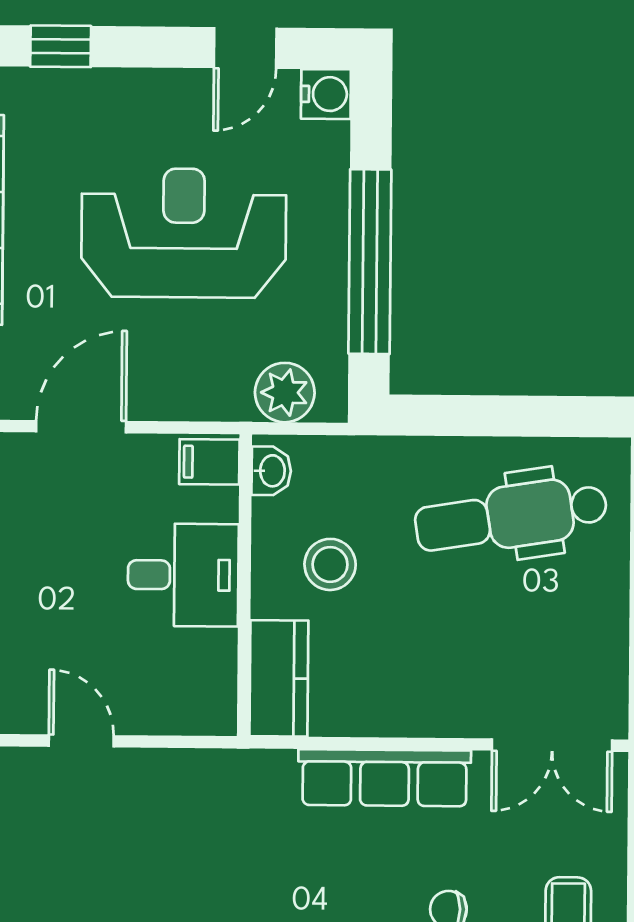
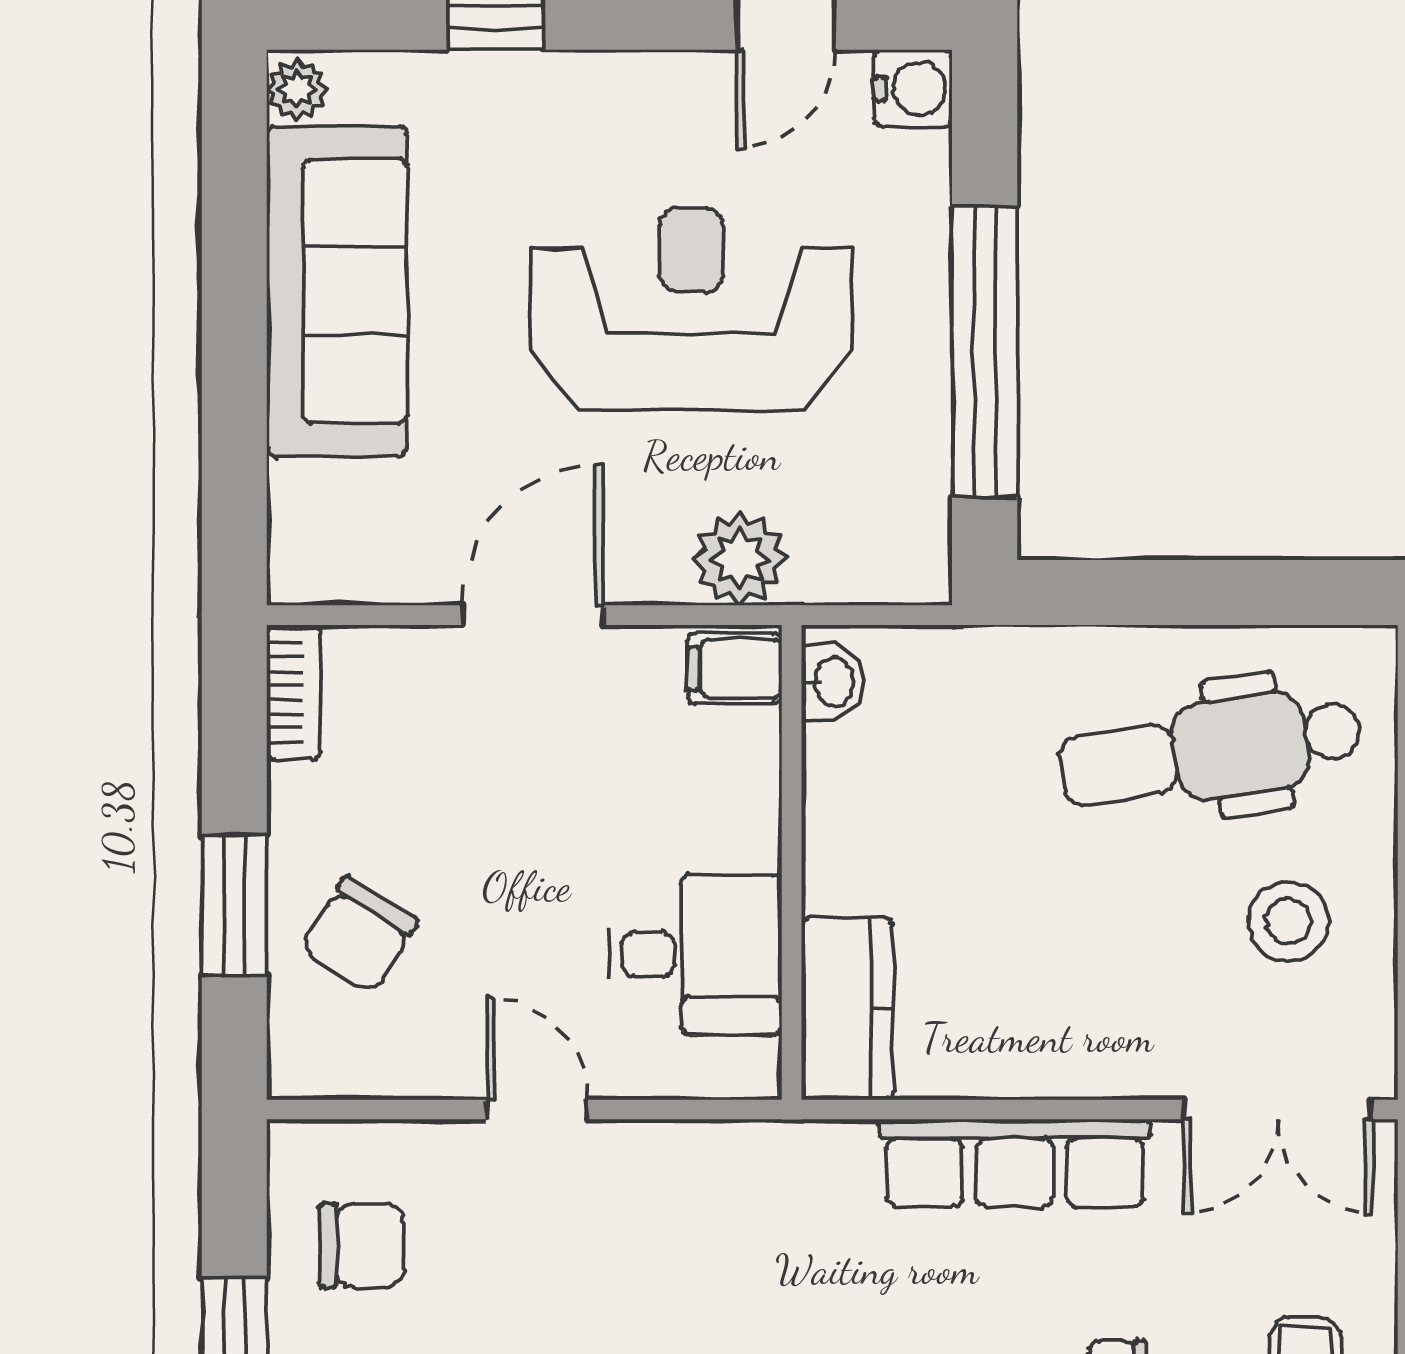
plant: (285, 393) -> (740, 559), moved
stool: (330, 564) -> (1288, 921), moved
desk: (183, 575) -> (695, 955), moved

